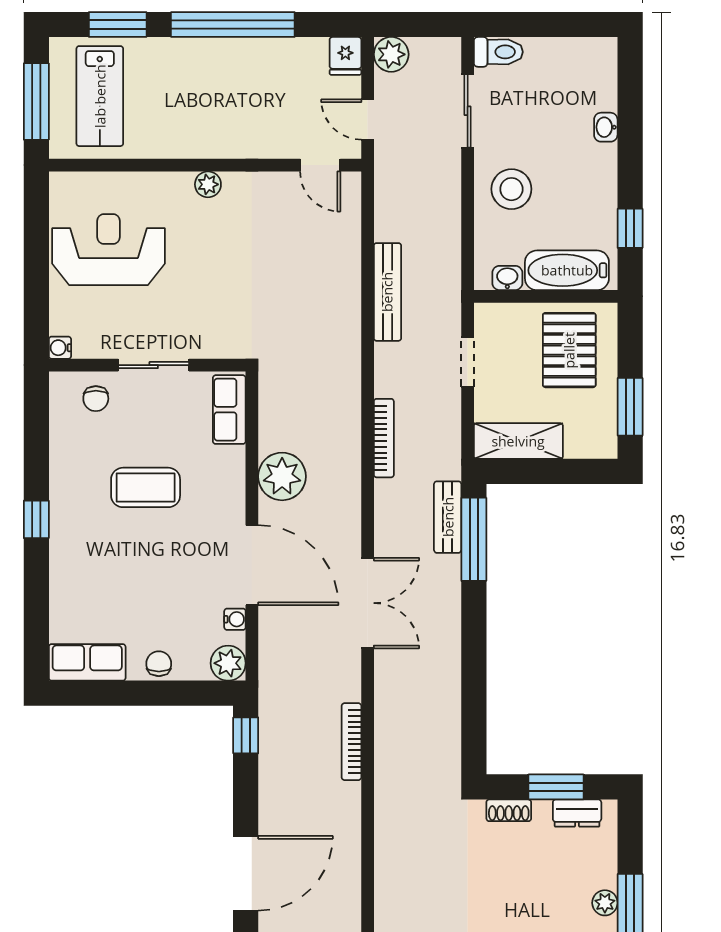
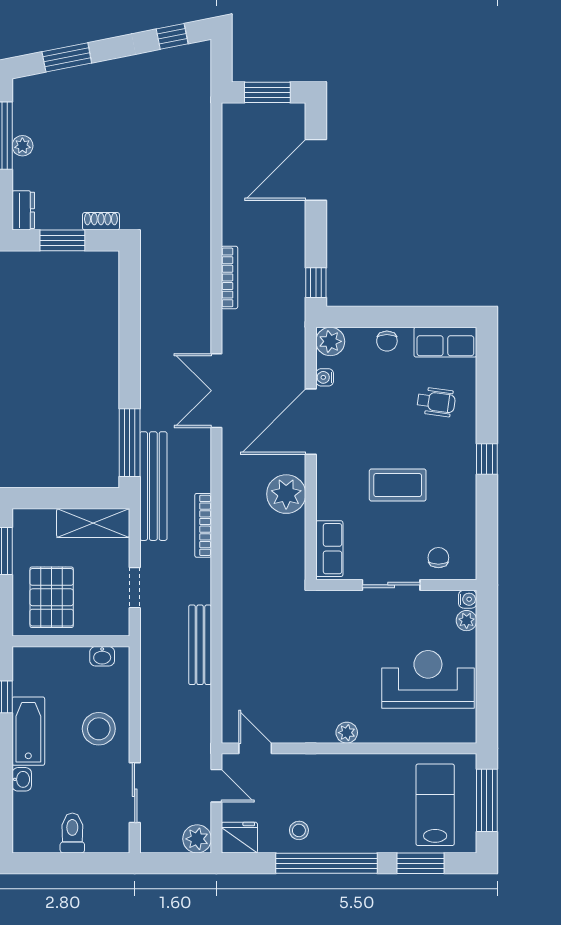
toilet: (498, 52) -> (72, 833), moved, turned 90
fridge: (345, 56) -> (239, 838), width x1.38
stool: (266, 65) -> (299, 830), added
reception desk: (108, 250) -> (428, 679), turned 180
bathtub: (567, 270) -> (28, 731), moved, turned -90
plant: (61, 322) -> (467, 621), added
bench: (448, 517) -> (153, 486), width x1.86, depth x1.21
door: (252, 565) -> (311, 422), hinge flipped
wheelchair: (99, 589) -> (436, 402), added
dresser: (577, 813) -> (23, 210), moved, turned 90

